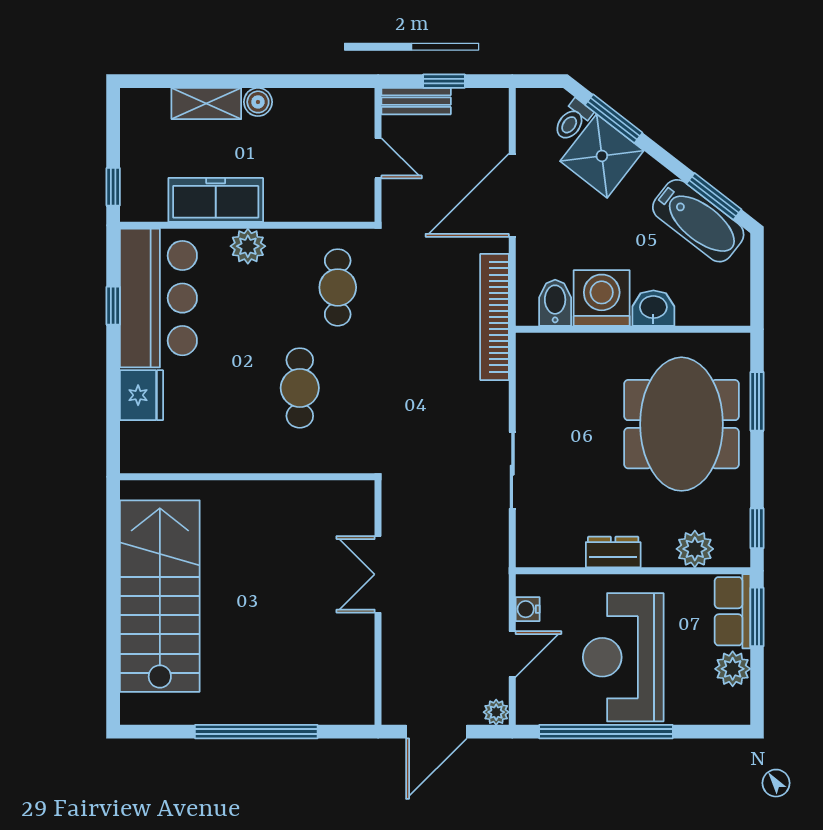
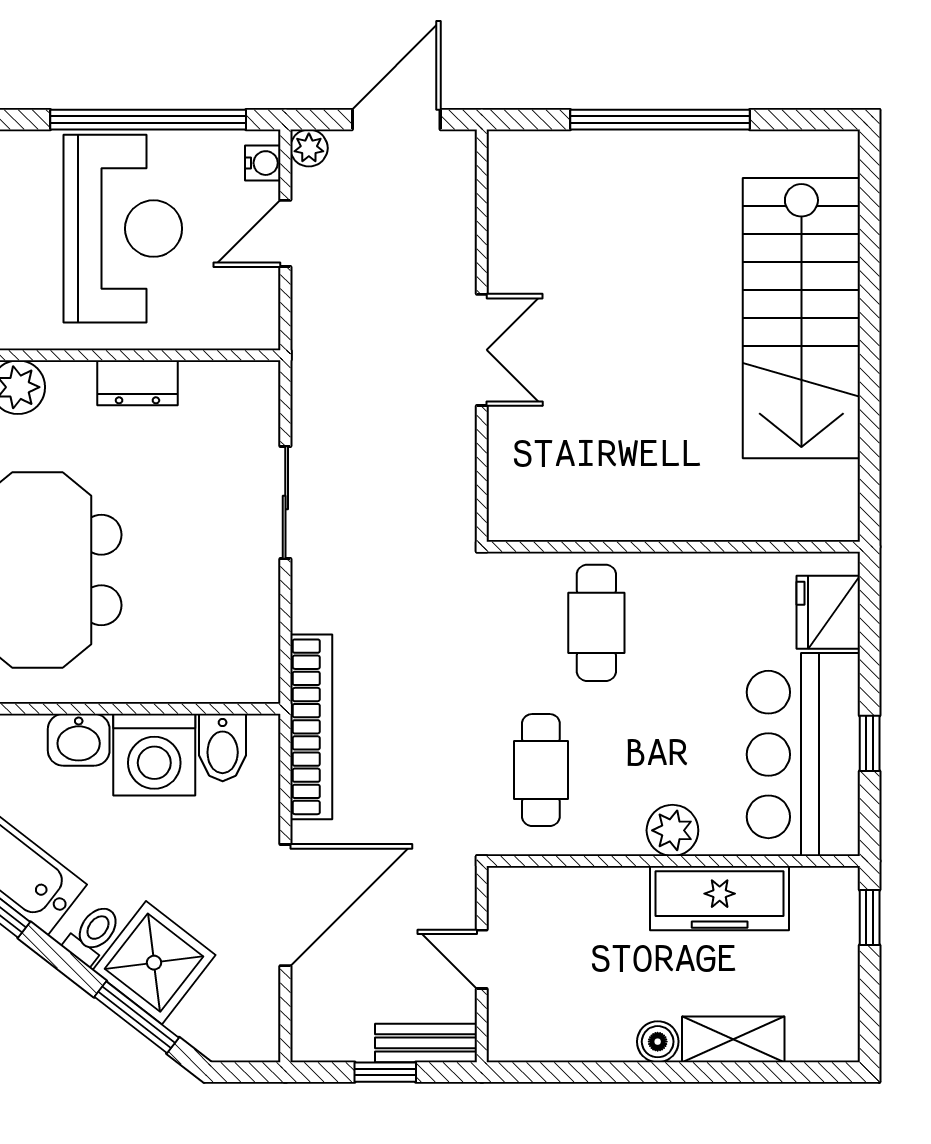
toilet: (573, 120) -> (93, 934), moved
wall: (247, 477) -> (673, 547), moved
water cooler: (528, 609) -> (263, 163), moved

